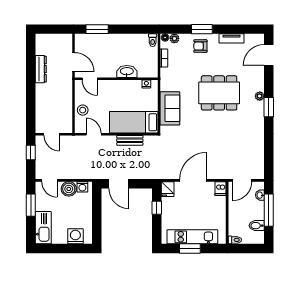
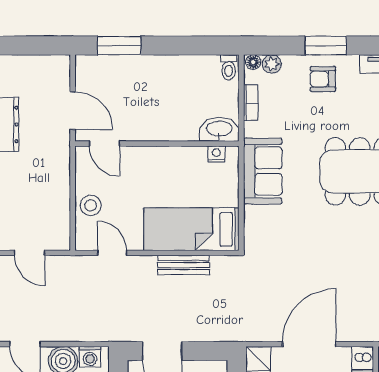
washbasin: (127, 72) -> (219, 129), moved
sofa: (170, 108) -> (263, 171), moved

